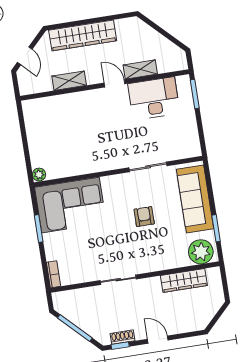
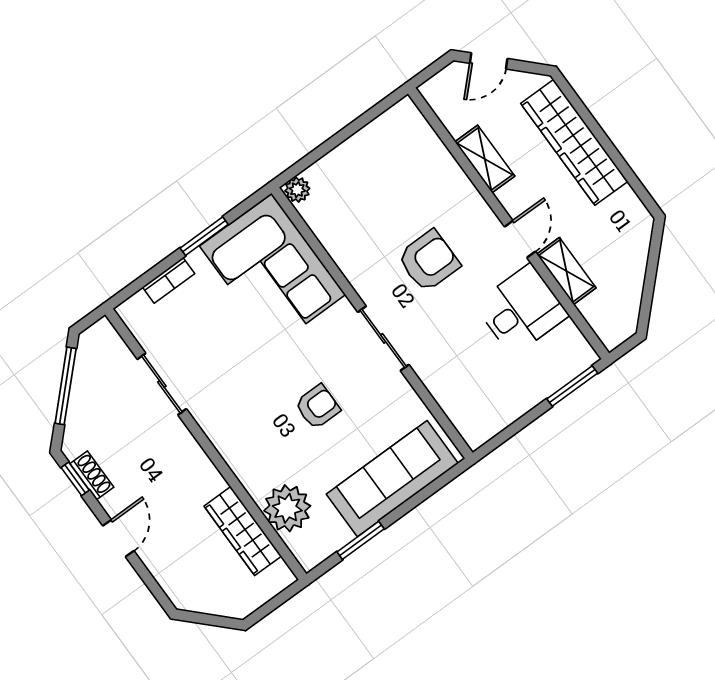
desk: (154, 98) -> (521, 310), width x0.73
armchair: (103, 131) -> (429, 261), added
sliding door: (148, 167) -> (383, 338), moved
plant: (201, 252) -> (287, 508), moved
bookcase: (53, 274) -> (169, 280), moved
sliding door: (118, 280) -> (162, 384), moved

